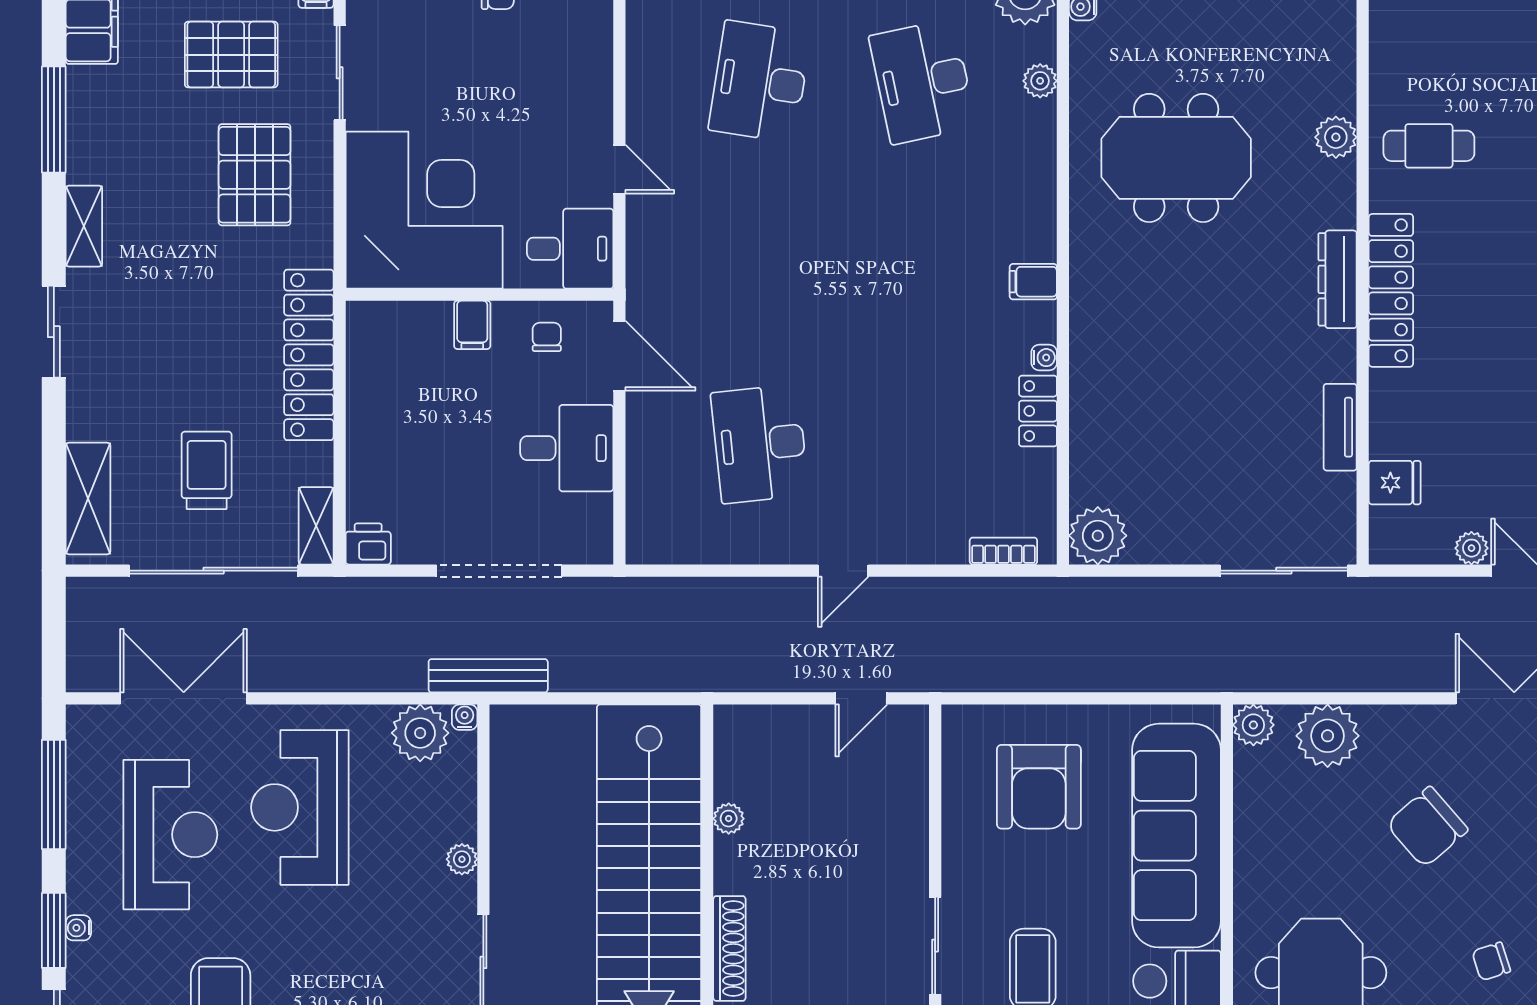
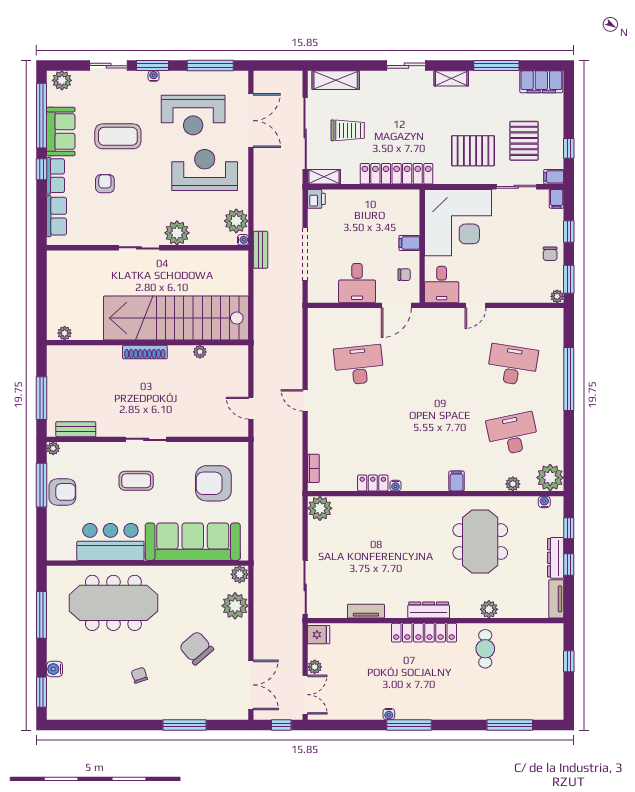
filing cabinet: (1033, 282) -> (457, 481), moved
fridge: (1395, 483) -> (319, 635), moved, turned -90
bench: (488, 676) -> (261, 250), width x0.73
plant: (462, 859) -> (177, 233), width x1.87, depth x1.87

